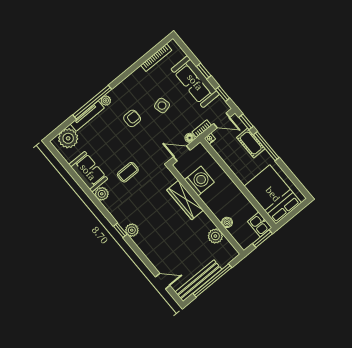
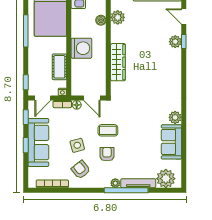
armchair: (143, 88) -> (81, 170), added
armchair: (132, 118) -> (107, 154), turned 90
door: (222, 120) -> (43, 98), swing flipped
cot: (251, 143) -> (59, 67), moved
window: (266, 146) -> (26, 31), moved
coffee table: (128, 172) -> (108, 130), moved
washing machine: (199, 181) -> (81, 48), moved, turned 180
window: (120, 230) -> (184, 42), moved
plant: (132, 230) -> (175, 42), moved

